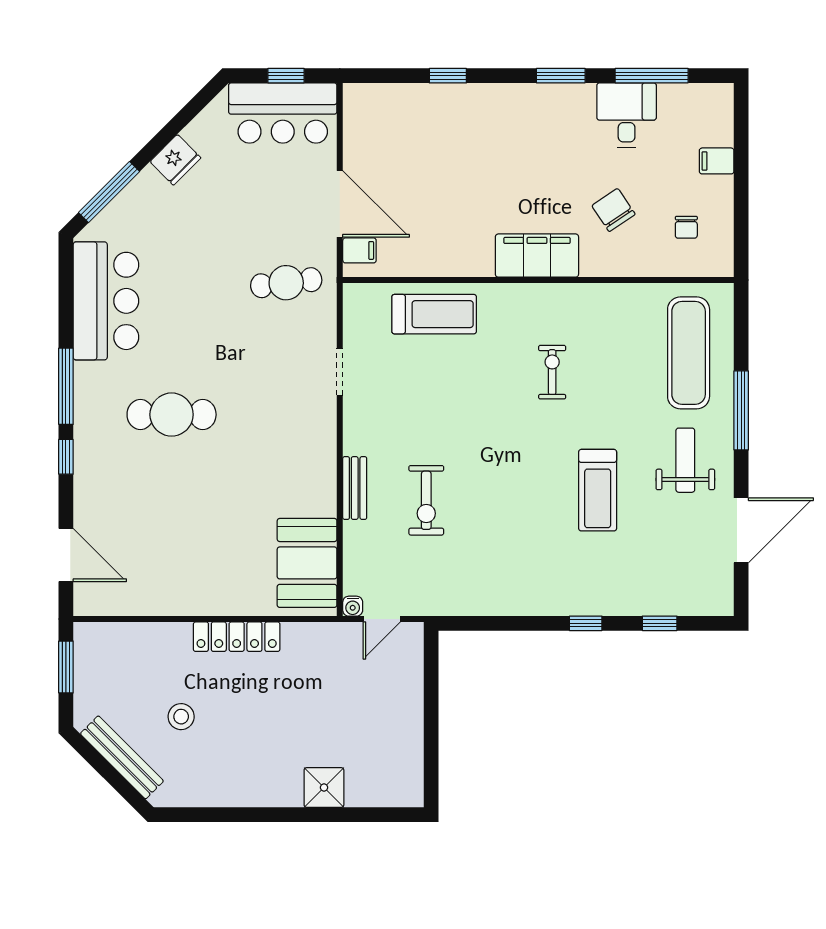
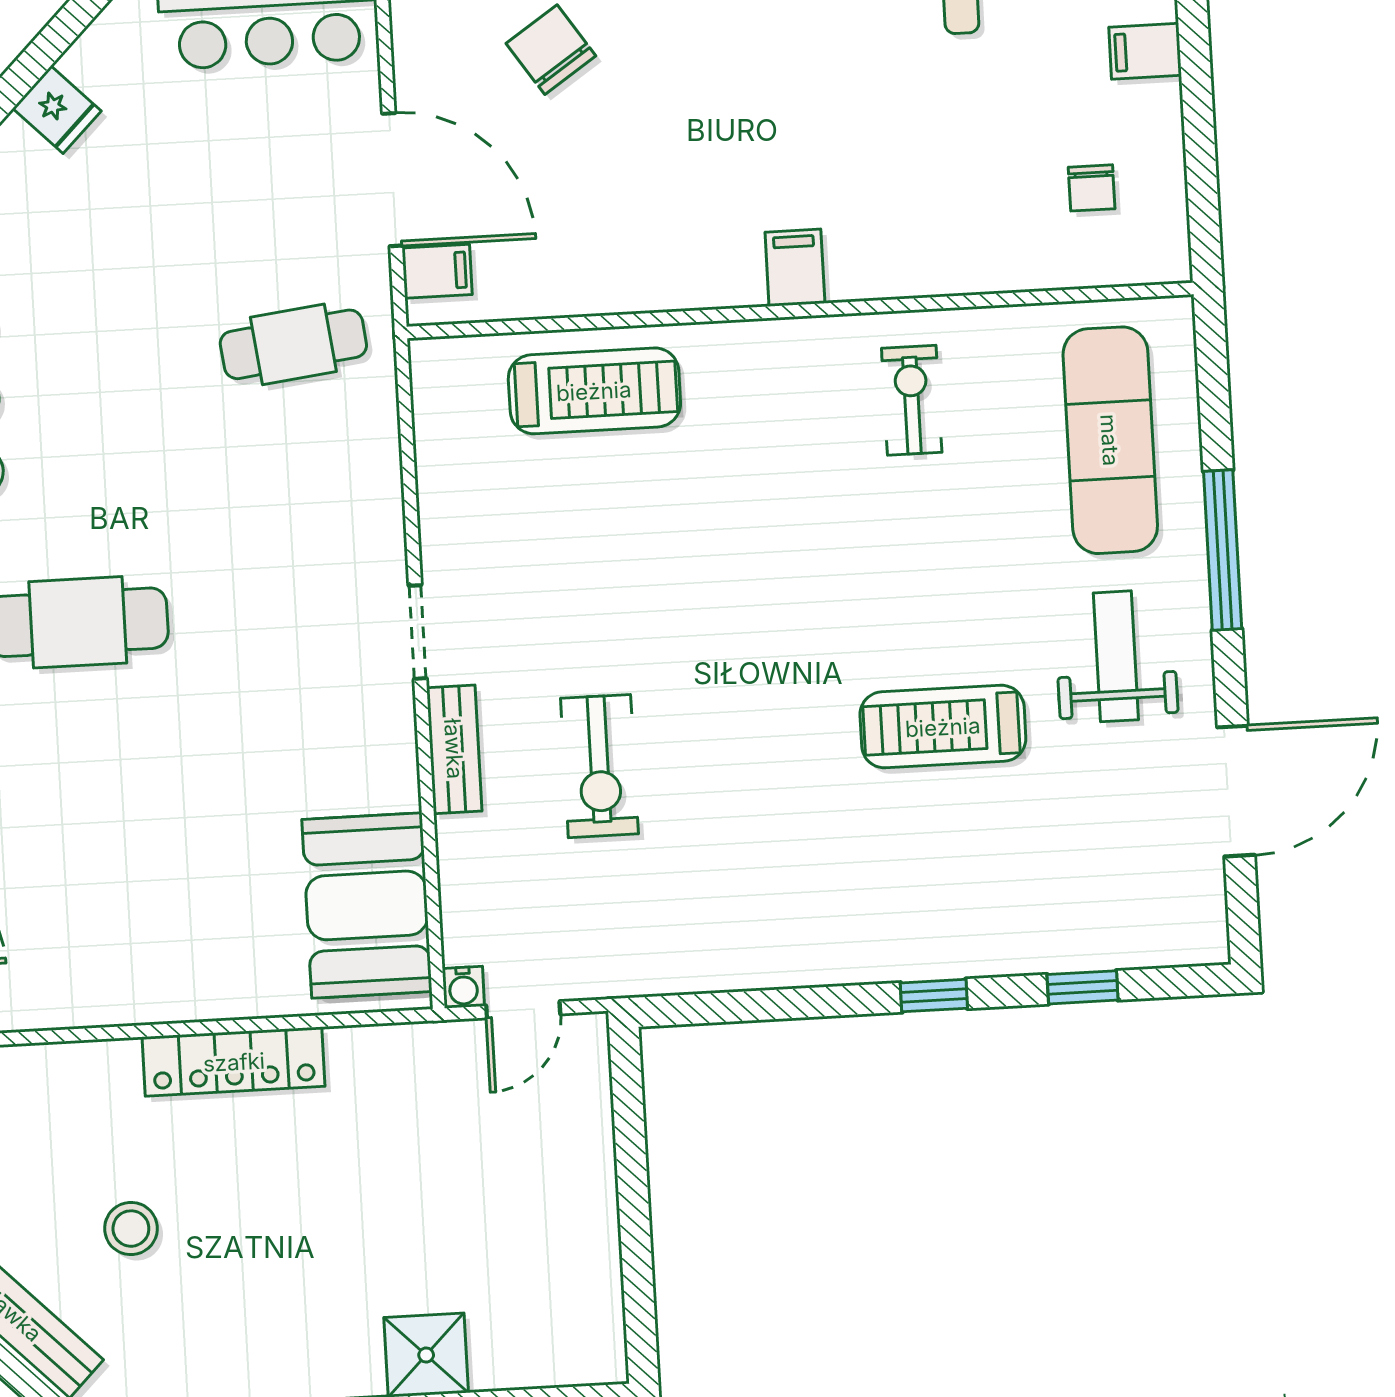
fridge: (175, 160) -> (57, 110), width x0.72
chair: (613, 210) -> (551, 50), moved
filing cabinet: (537, 256) -> (795, 268), width x0.33, depth x0.86
doorway: (340, 372) -> (418, 632), moved
exercise bike: (552, 372) -> (912, 400), moved
treadmill: (598, 490) -> (943, 727), turned 90

